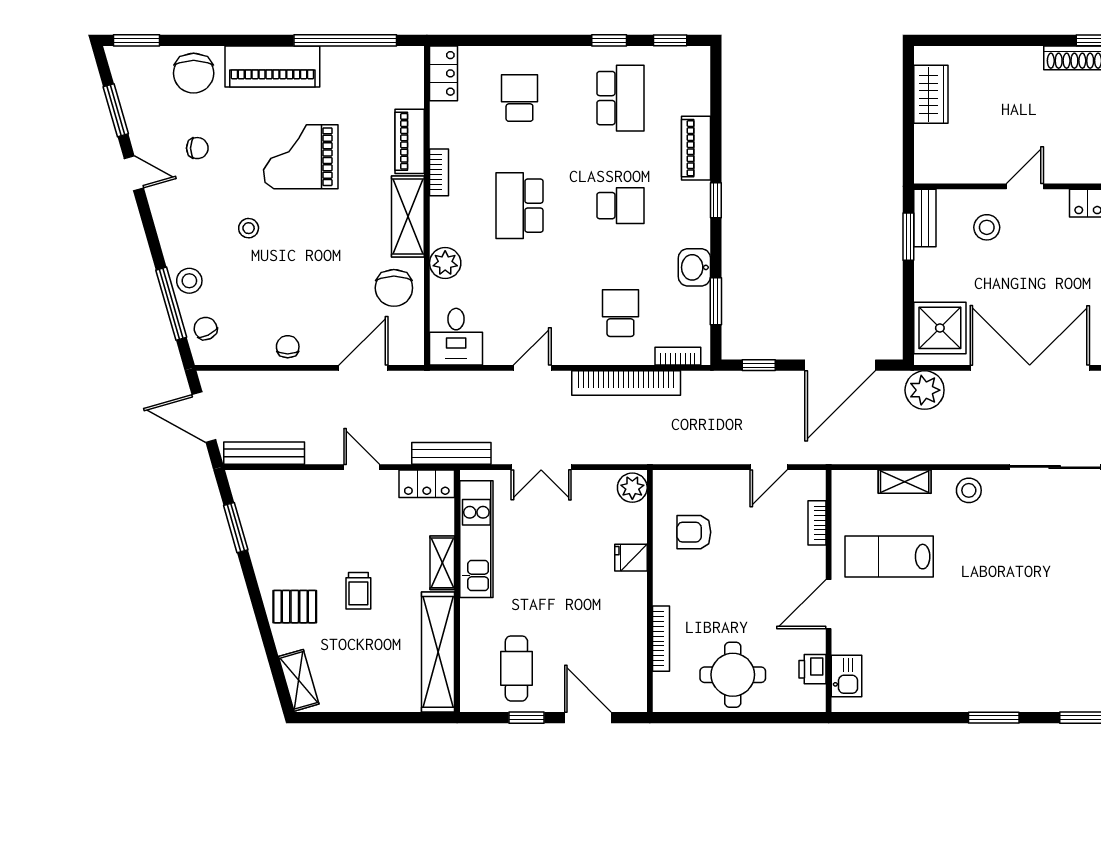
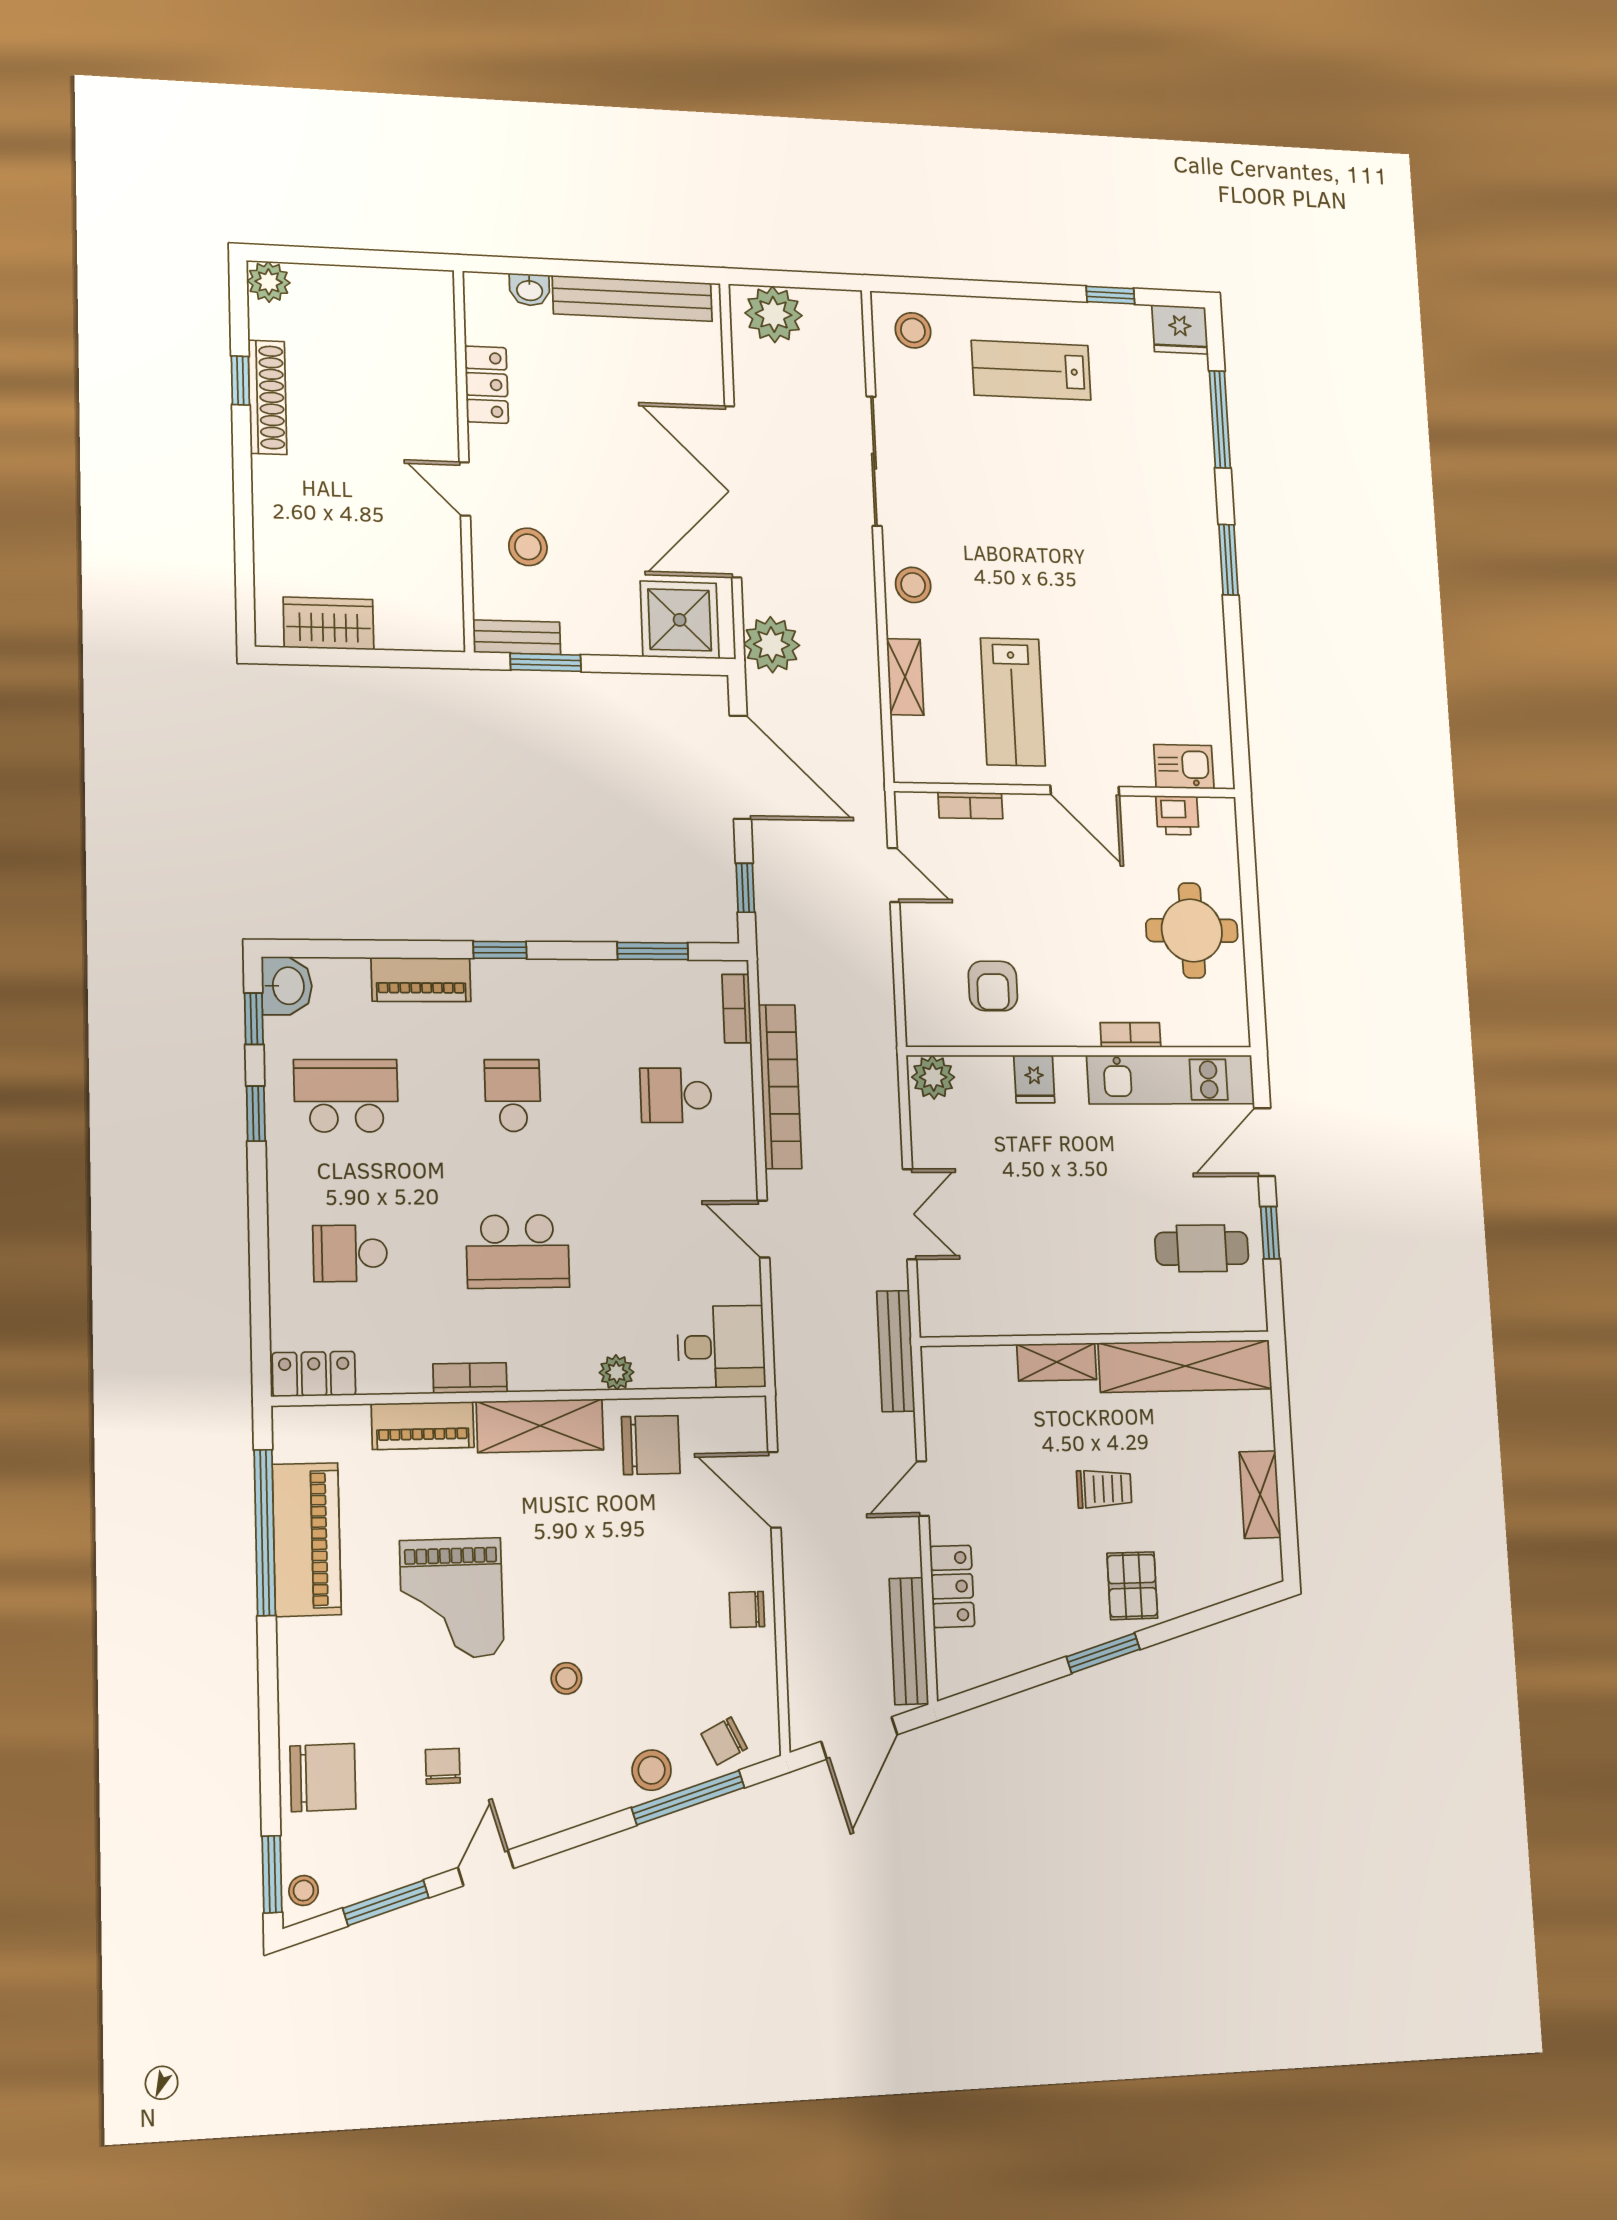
stool: (126, 60) -> (304, 1891), added
piano: (272, 67) -> (307, 1539), moved
plant: (445, 263) -> (617, 1372), width x0.73, depth x0.73
washbasin: (694, 267) -> (287, 986), moved, turned -90
locker: (427, 484) -> (952, 1586), moved
window: (236, 528) -> (1103, 1653), moved
kitchen unit: (476, 539) -> (1171, 1080), moved, turned 180
bookcase: (661, 639) -> (1130, 1035), width x0.64
shelving: (299, 680) -> (1260, 1495), moved, turned -74

